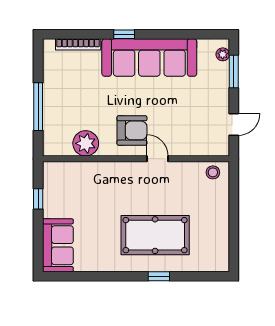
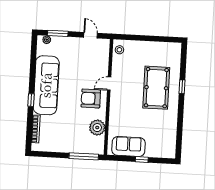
window: (38, 107) -> (84, 156), moved
armchair: (132, 130) -> (91, 98), turned -90
window: (38, 199) -> (142, 159), moved
sofa: (58, 245) -> (128, 146), moved

